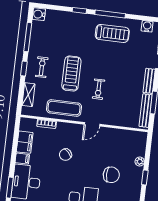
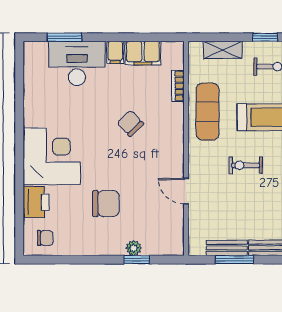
bench: (146, 111) -> (227, 248), width x0.73
door: (92, 124) -> (186, 191), moved
chair: (111, 175) -> (106, 204), turned -90
window: (145, 177) -> (137, 260), moved

